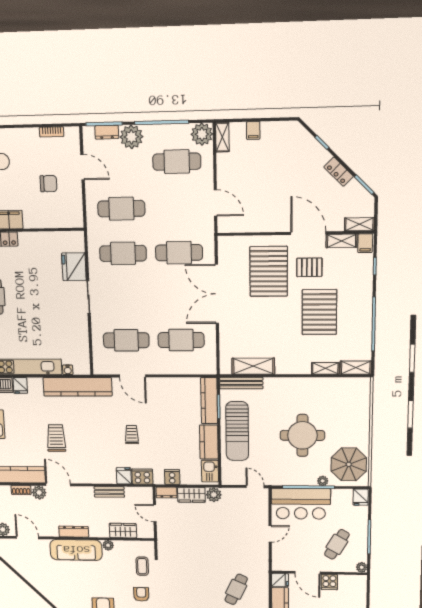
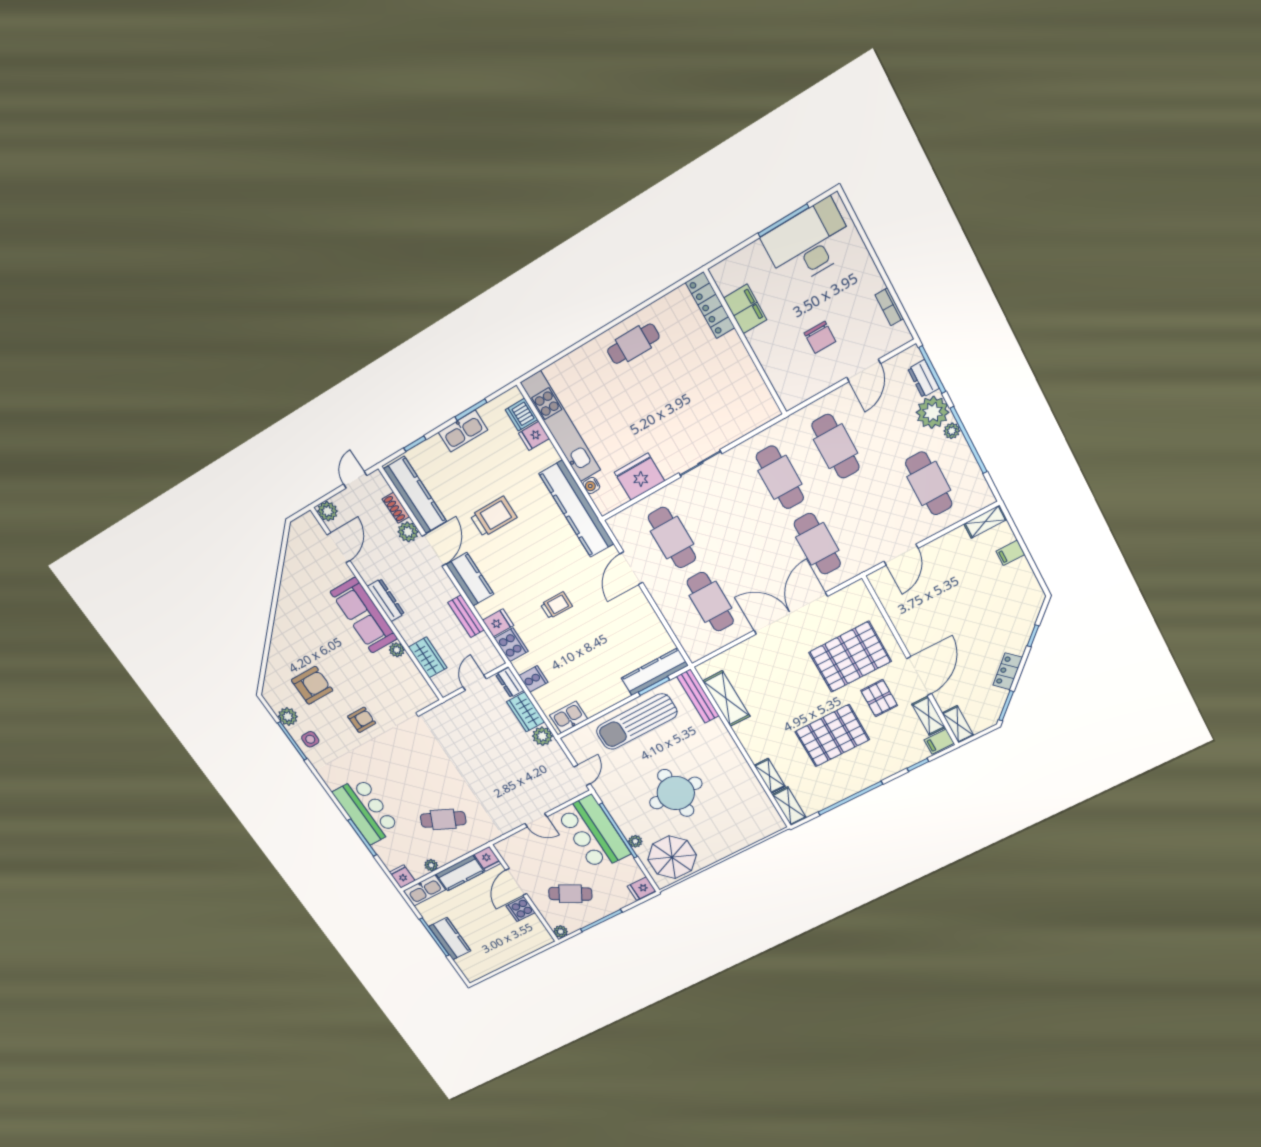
plant: (202, 134) -> (952, 431), moved, width x0.53, depth x0.53
fridge: (74, 267) -> (639, 477), moved
kitchen counter: (209, 442) -> (470, 579), moved, turned 90
coffee table: (142, 566) -> (398, 703), removed

